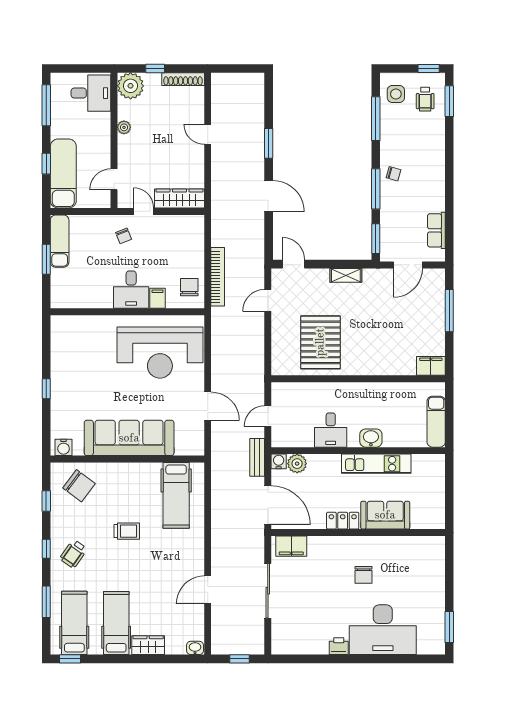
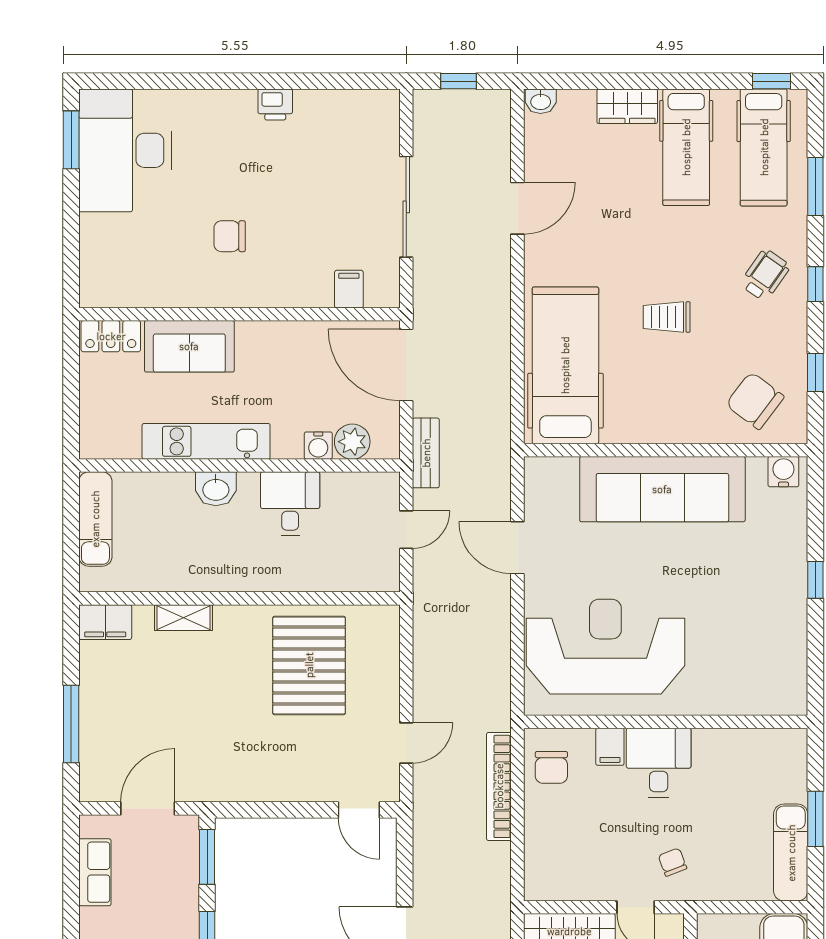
shelving: (346, 275) -> (183, 618), moved
water cooler: (279, 461) -> (318, 446), moved
hospital bed: (176, 495) -> (565, 365), width x1.37, depth x1.29
locker: (343, 521) -> (111, 336), moved
filing cabinet: (291, 546) -> (349, 289), width x0.50
chair: (363, 575) -> (230, 236), turned -90
desk: (383, 630) -> (125, 150), moved, turned -90

